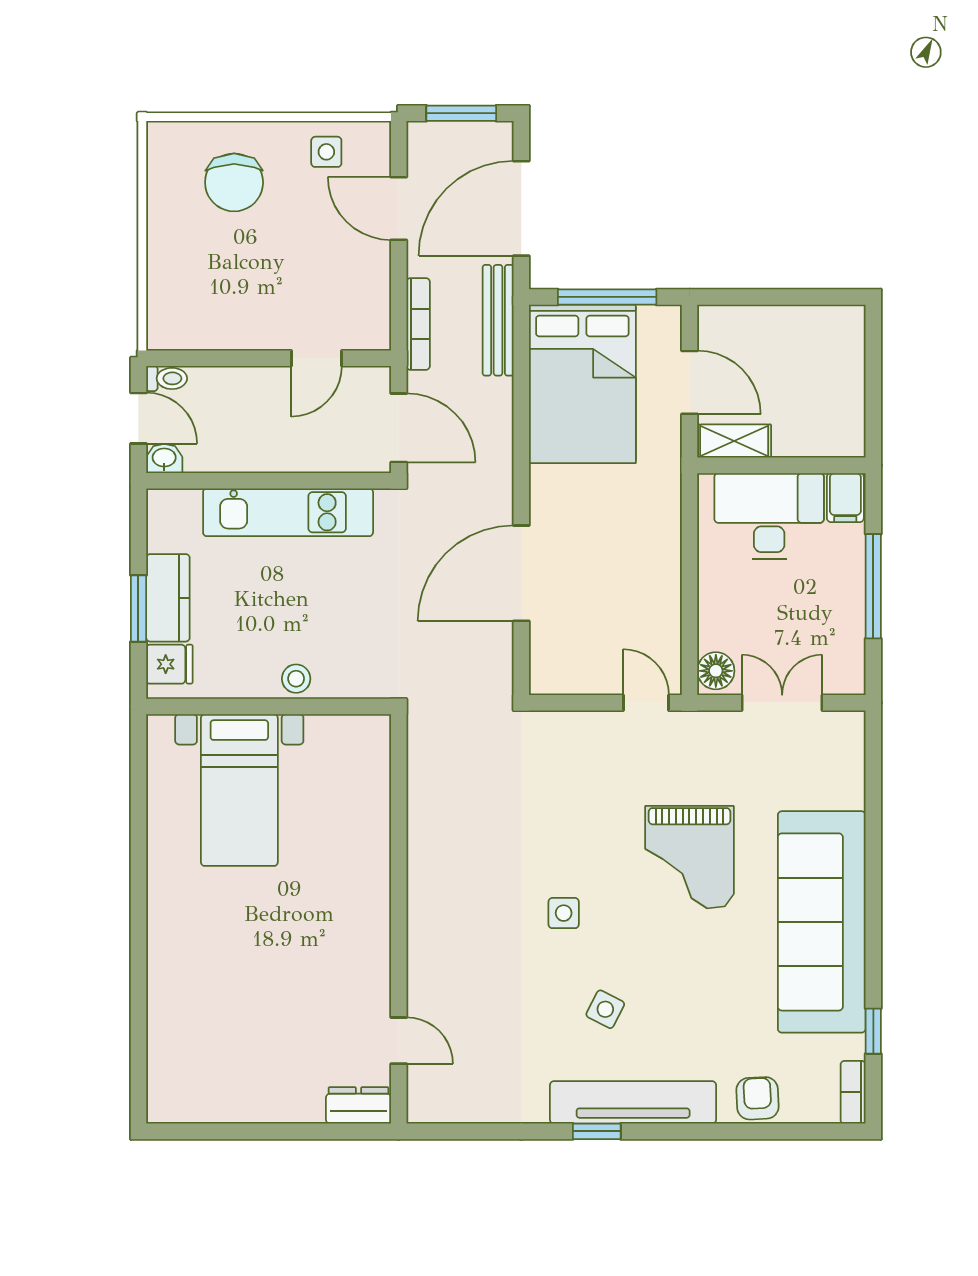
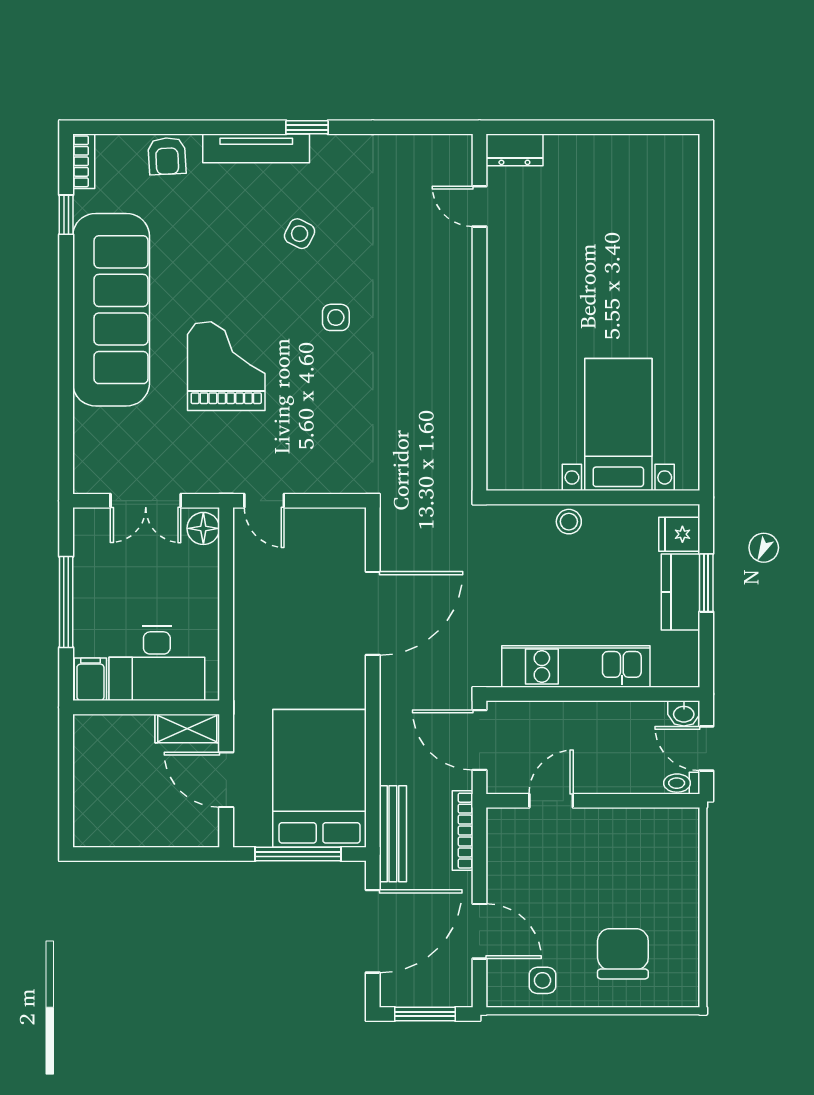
tv unit: (633, 1102) -> (256, 148), width x0.73, depth x0.78

